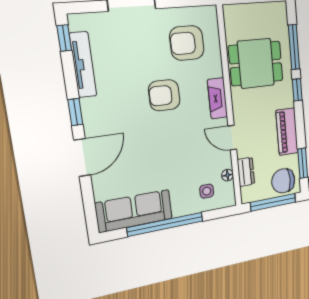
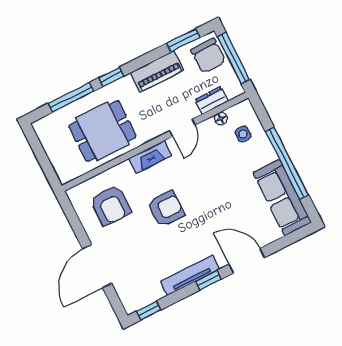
dining table: (256, 63) -> (102, 131), turned 90
tv unit: (83, 65) -> (190, 275), moved
armchair: (164, 95) -> (166, 209), turned -90

